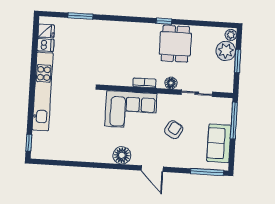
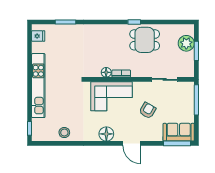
plant: (231, 35) -> (190, 30), removed
dining table: (175, 44) -> (145, 40), turned 90
dishwasher: (45, 45) -> (38, 47), removed
floor lamp: (171, 83) -> (106, 72), moved
sofa: (219, 143) -> (179, 132), moved, turned 90
stool: (71, 150) -> (64, 133), added

